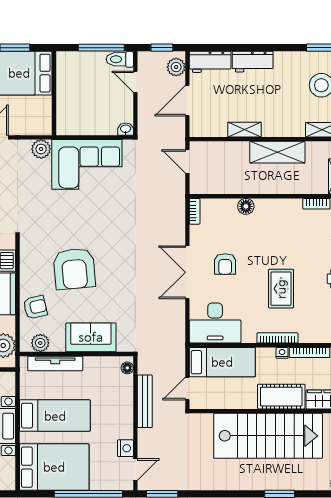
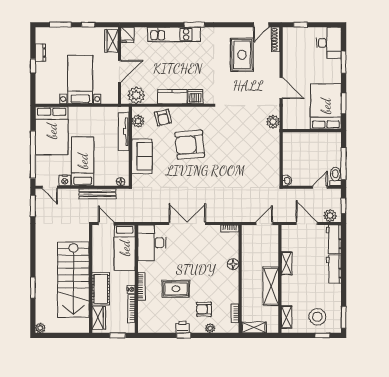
corner sofa: (87, 164) -> (262, 154), removed
armchair: (225, 264) -> (204, 309), moved
bed: (55, 416) -> (83, 161), moved, turned 180

